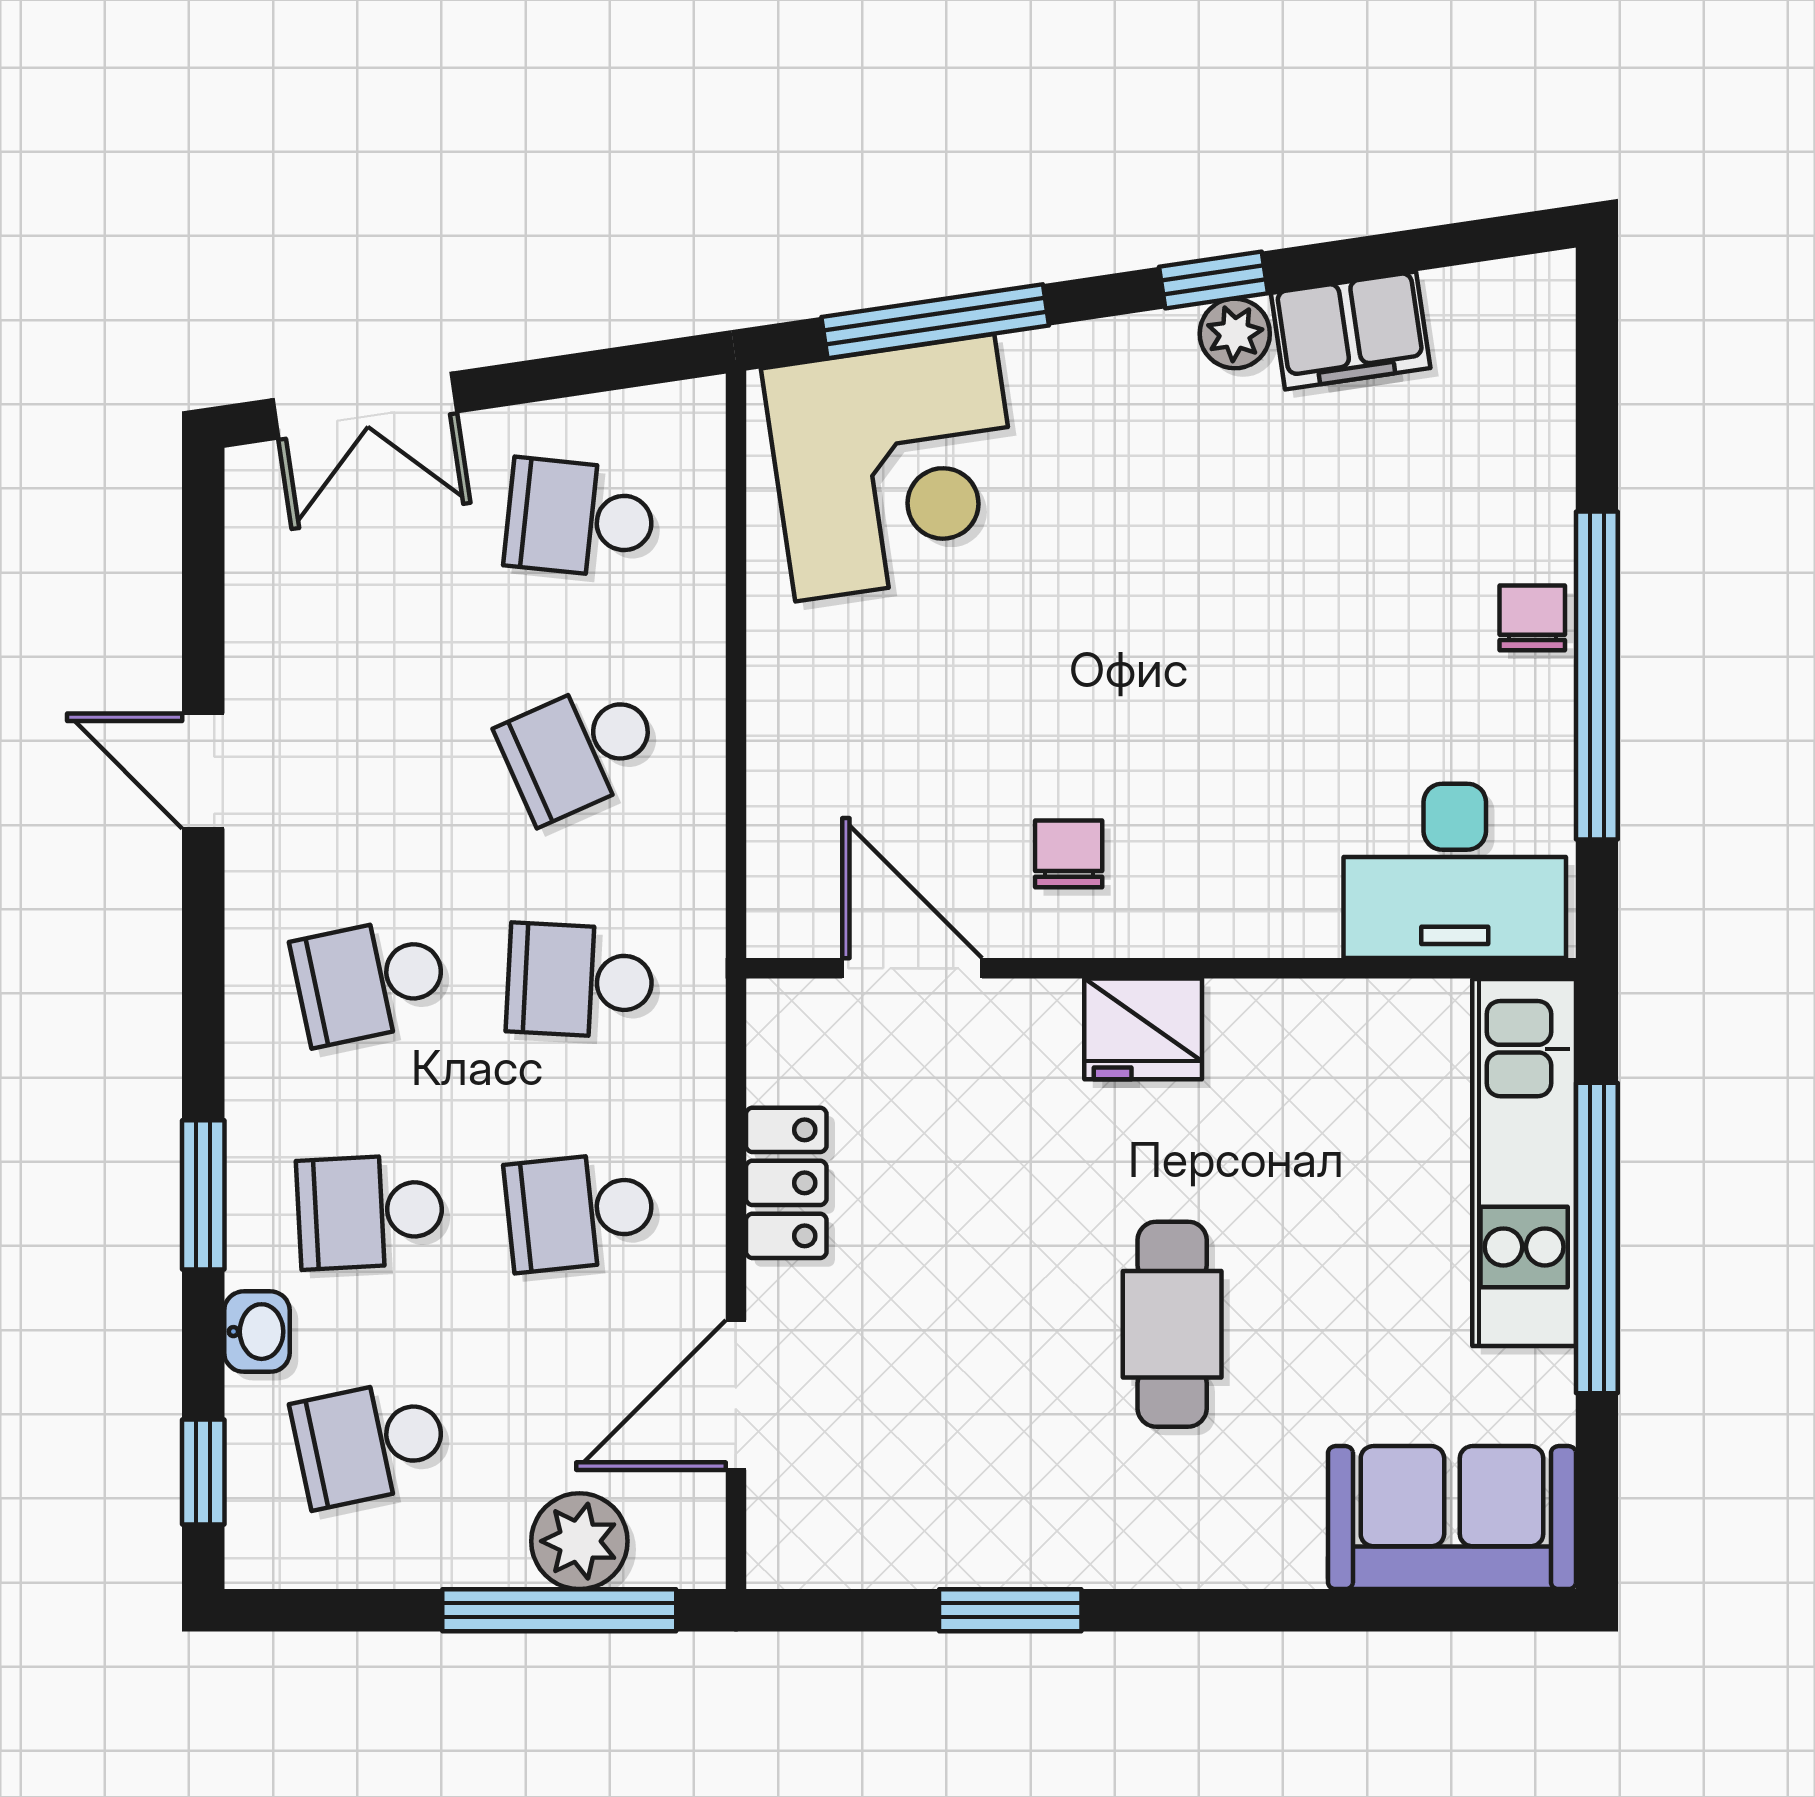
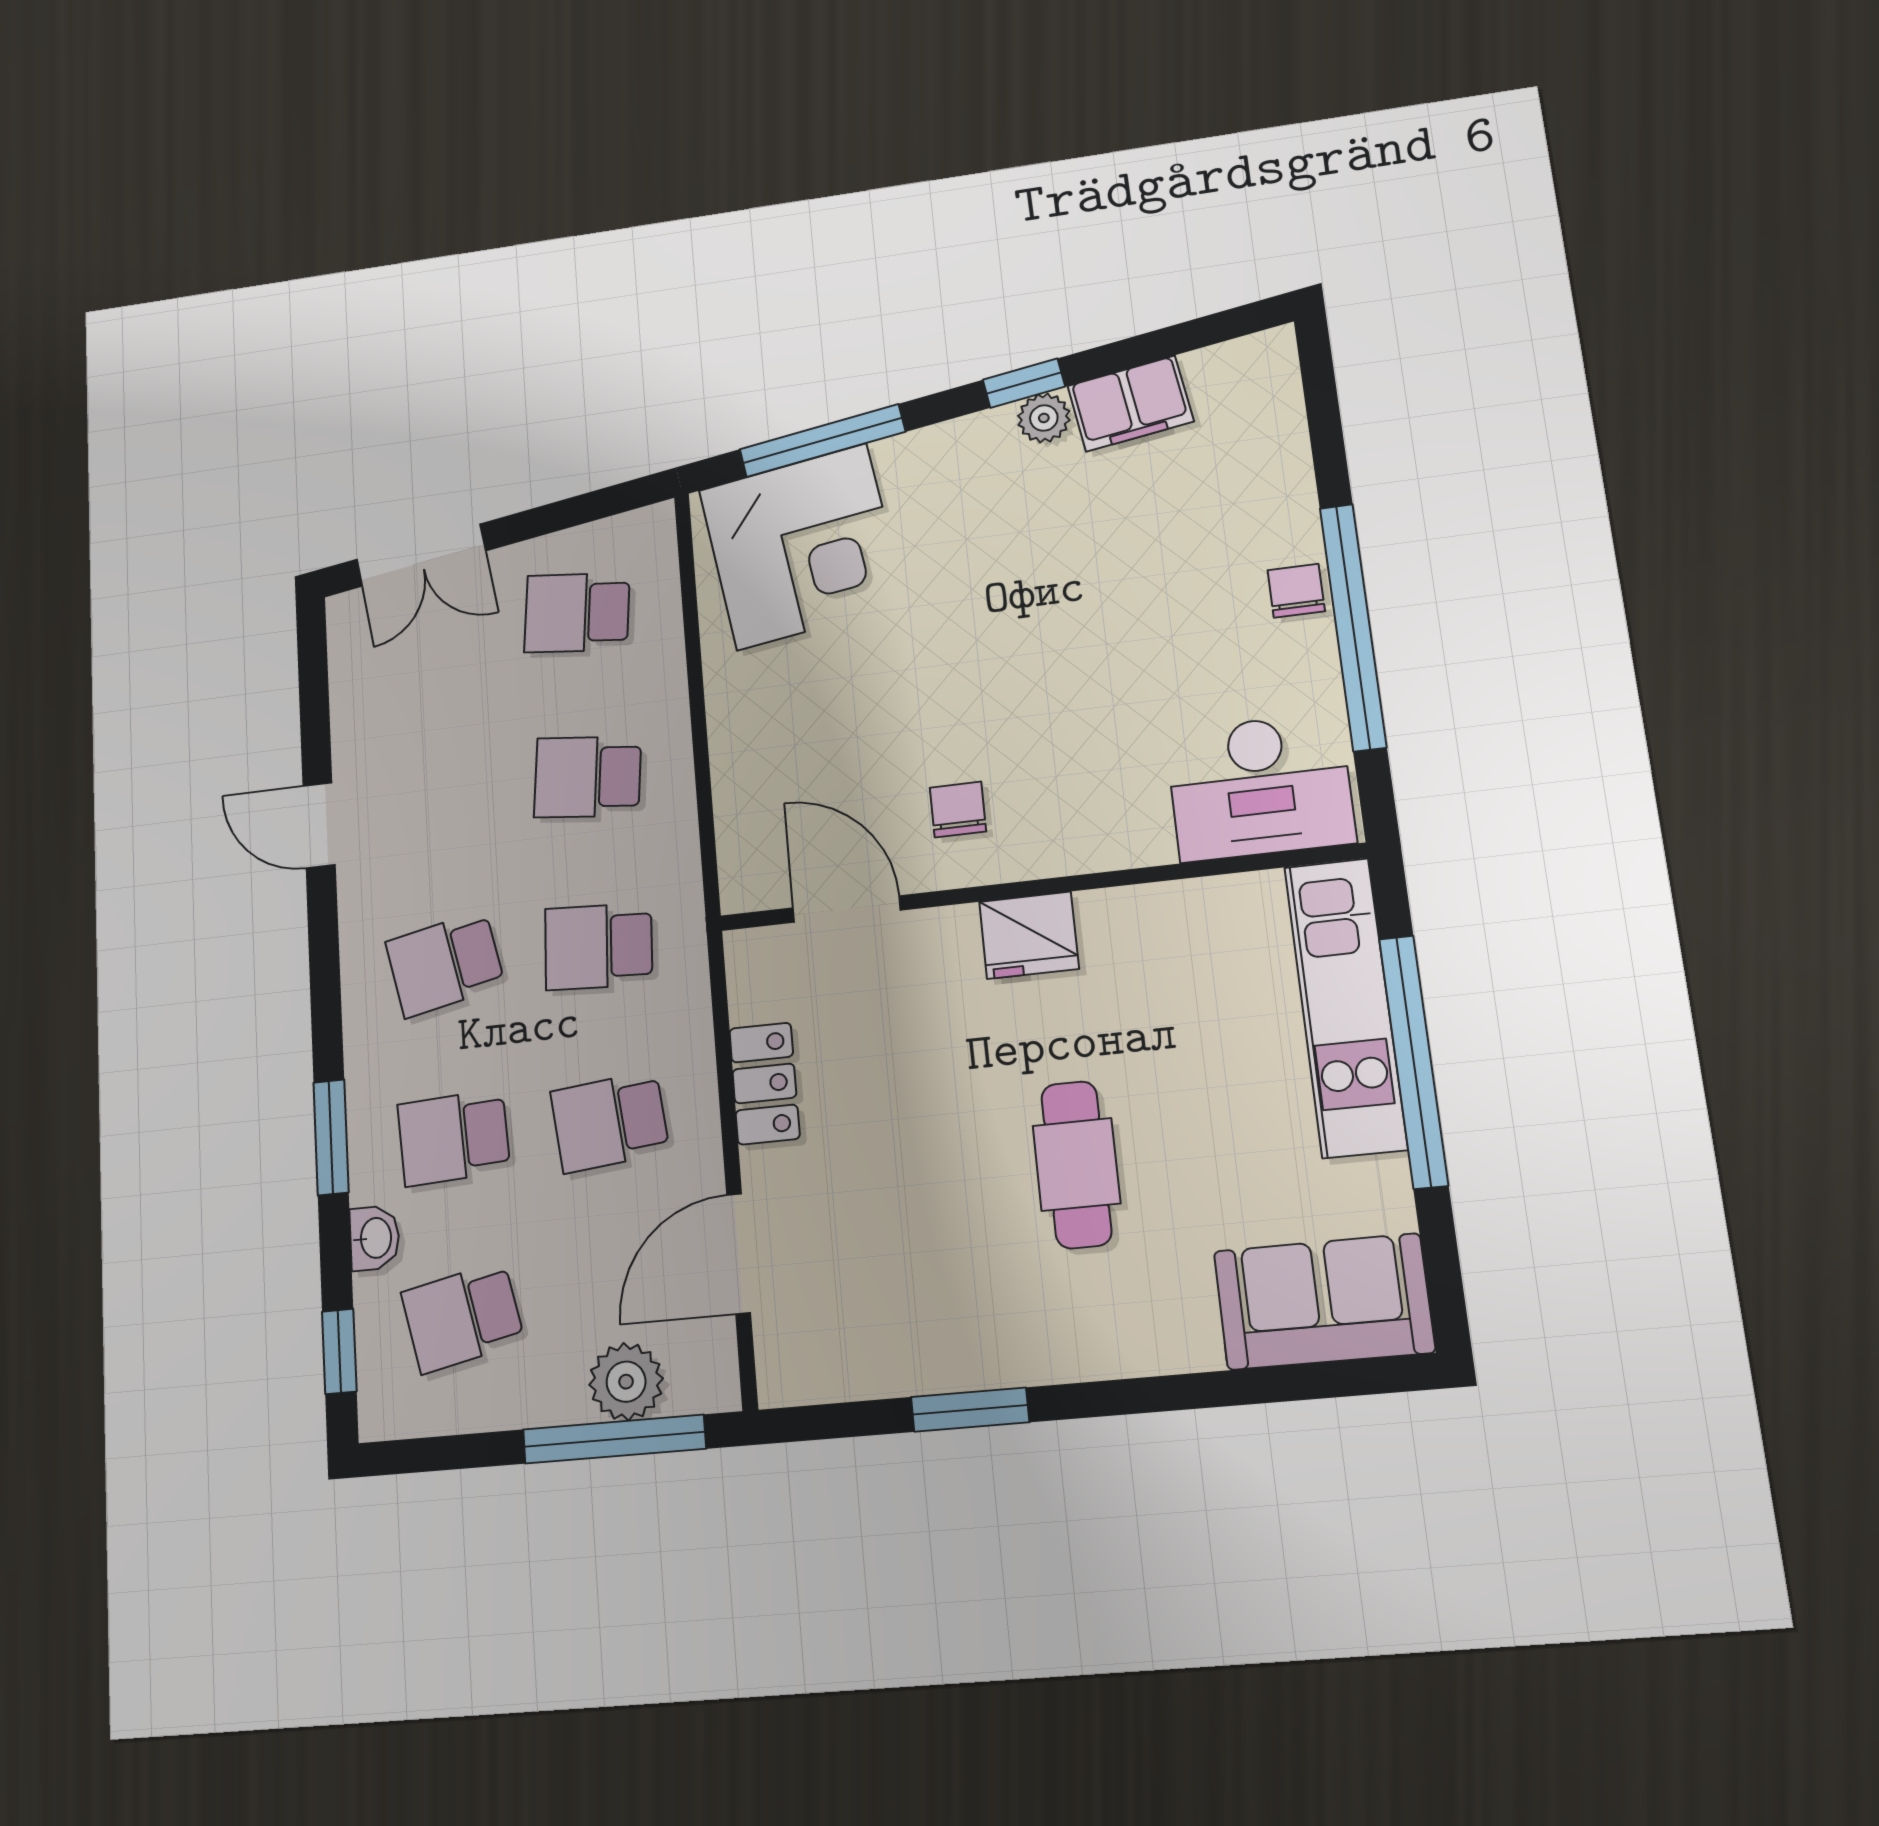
school desk: (580, 749) -> (588, 777), turned 30

